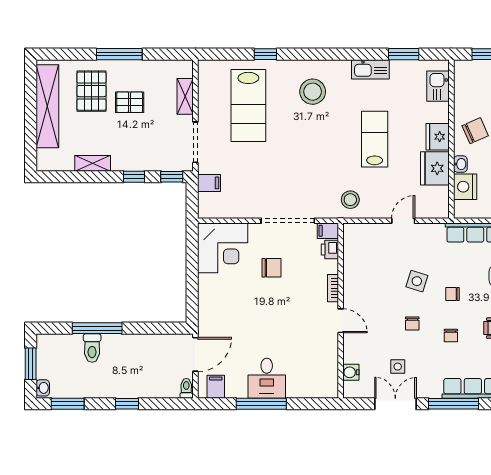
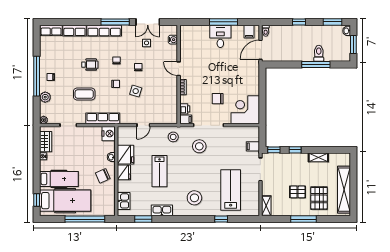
shelving: (185, 96) -> (266, 206), moved
stool: (304, 183) -> (199, 146), added
nightstand: (465, 187) -> (109, 134), moved

